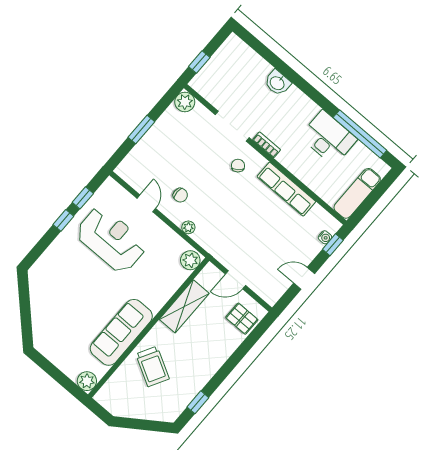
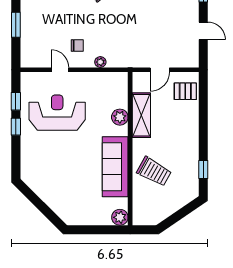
plant: (190, 260) -> (120, 117), moved
door: (304, 278) -> (203, 31), swing flipped

